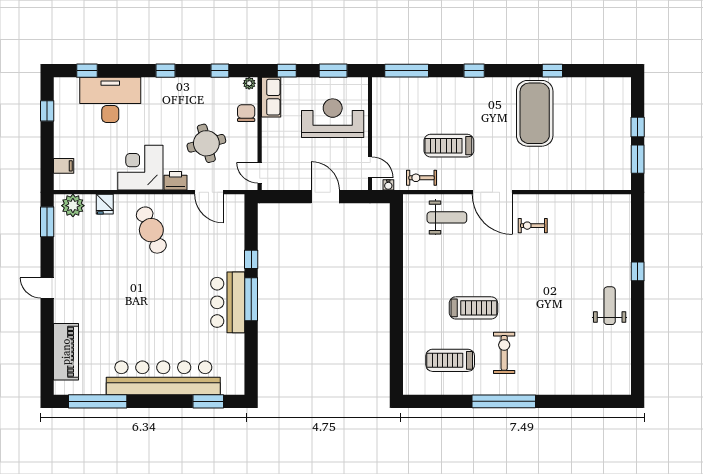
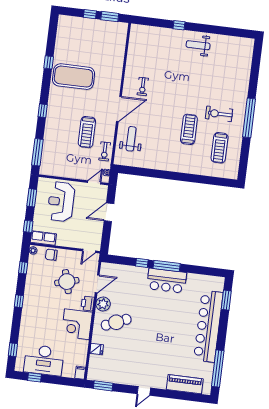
desk: (110, 100) -> (44, 360), moved, turned -90
filing cabinet: (64, 166) -> (80, 373), moved
plant: (73, 206) -> (103, 304), moved

